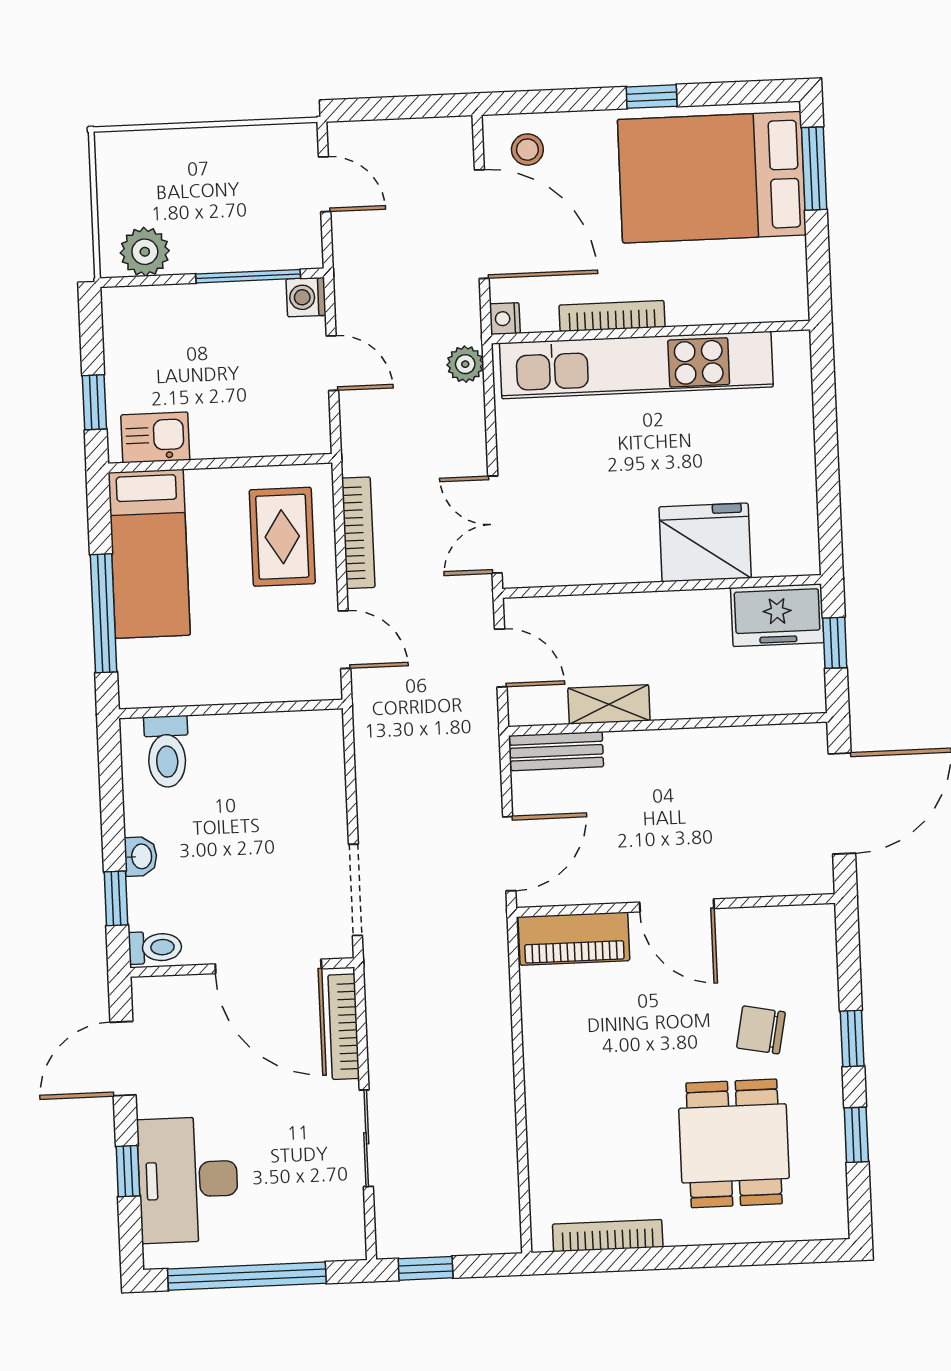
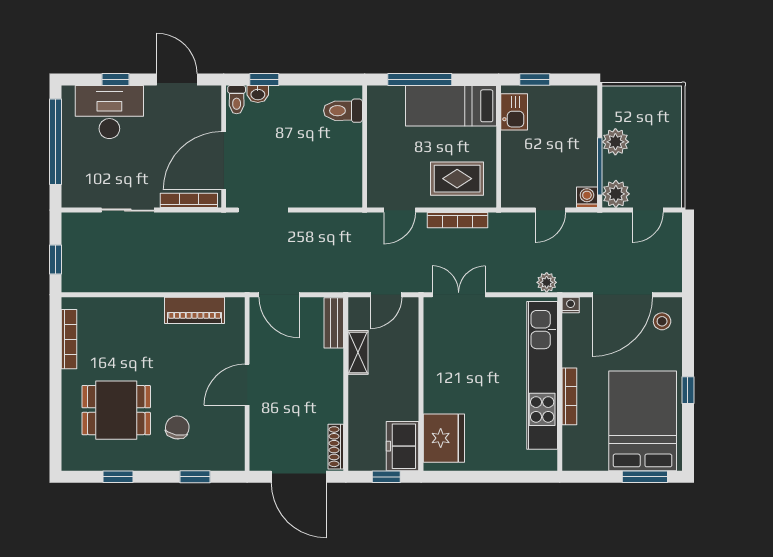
plant: (297, 244) -> (616, 194), added
plant: (145, 252) -> (615, 142), moved
bookcase: (612, 316) -> (569, 396), moved
fridge: (705, 542) -> (444, 438), moved
shoe rack: (783, 738) -> (336, 447), added
washbasin: (141, 856) -> (258, 94), moved
piano: (574, 939) -> (195, 310), moved, turned -90
window: (852, 1039) -> (195, 477), moved
window: (426, 1268) -> (56, 260), moved

